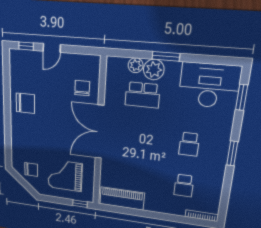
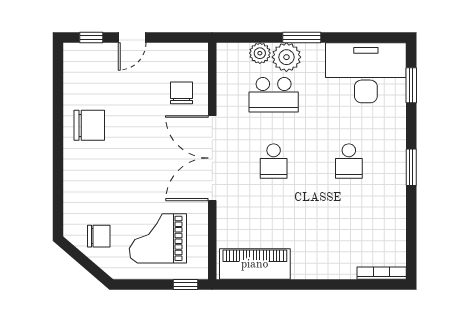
school desk: (184, 186) -> (274, 161), moved

